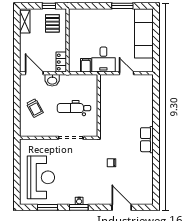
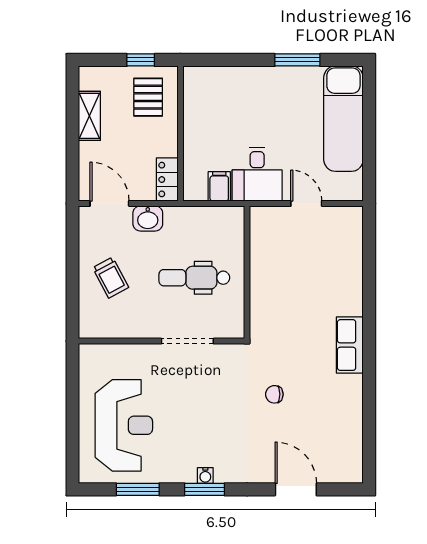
shelving: (25, 22) -> (89, 116), moved

